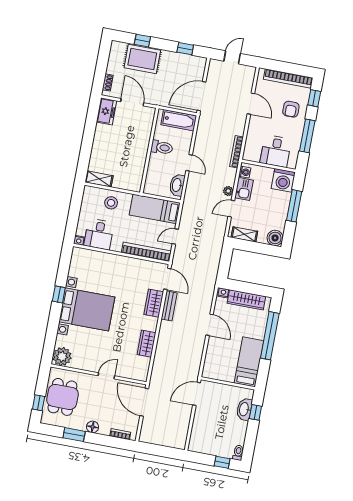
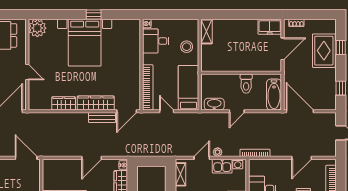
door: (231, 209) -> (202, 158), hinge flipped
wardrobe: (154, 303) -> (96, 103), width x1.50

